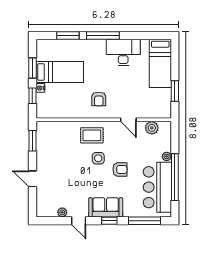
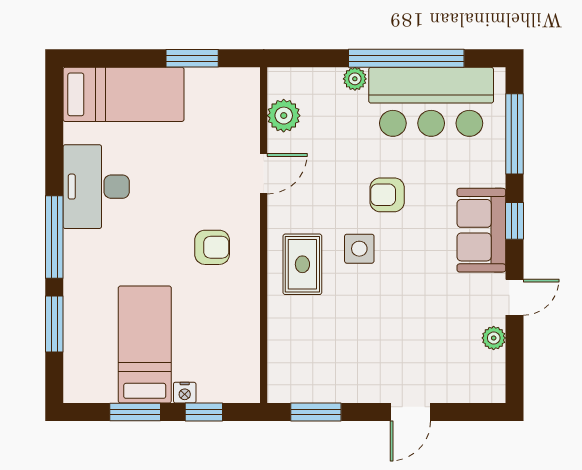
armchair: (120, 169) -> (387, 195), turned -90

